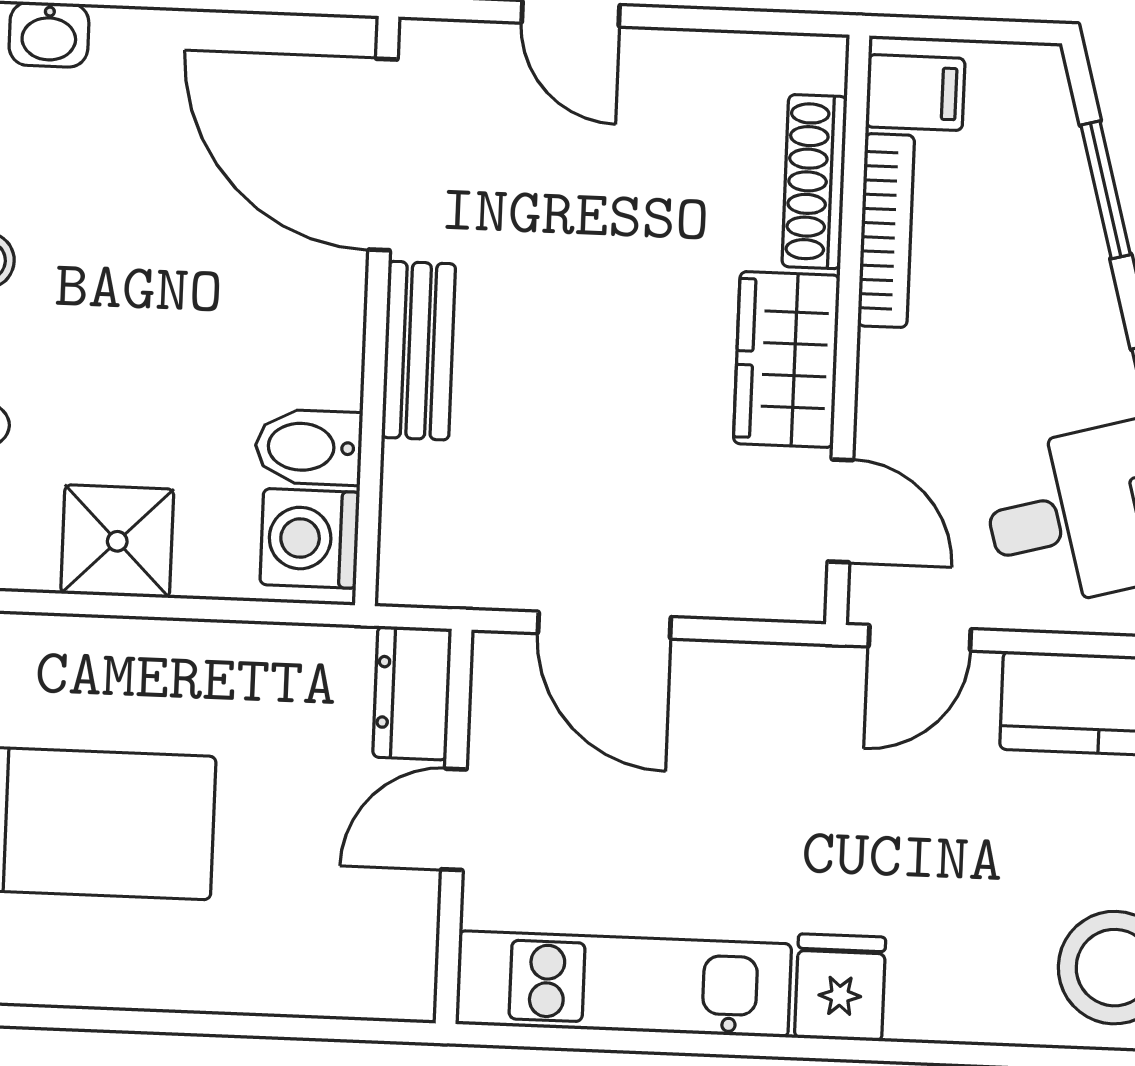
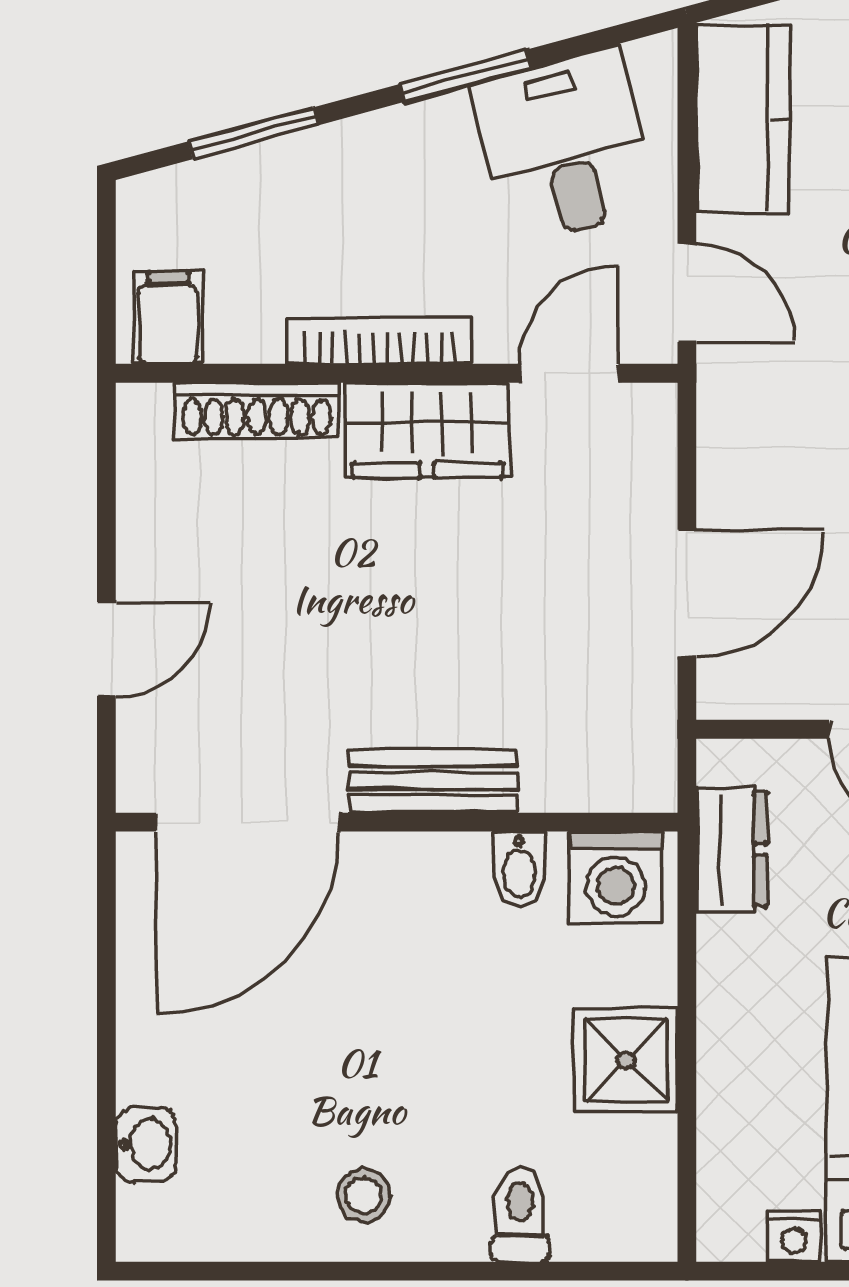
bookcase: (886, 231) -> (380, 340), moved
bidet: (308, 447) -> (519, 869), width x0.72, depth x0.74
dresser: (412, 693) -> (731, 849), moved, turned -90

